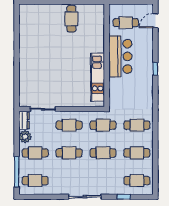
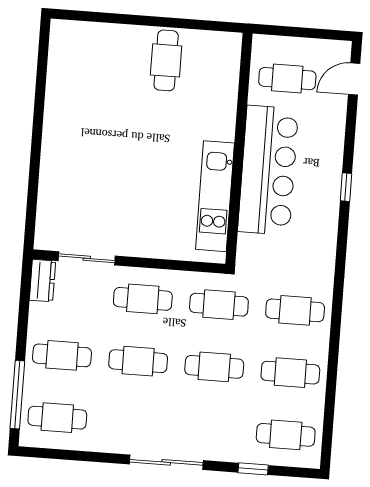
bar counter: (120, 56) -> (268, 170), width x1.36
plant: (25, 137) -> (42, 317), removed

